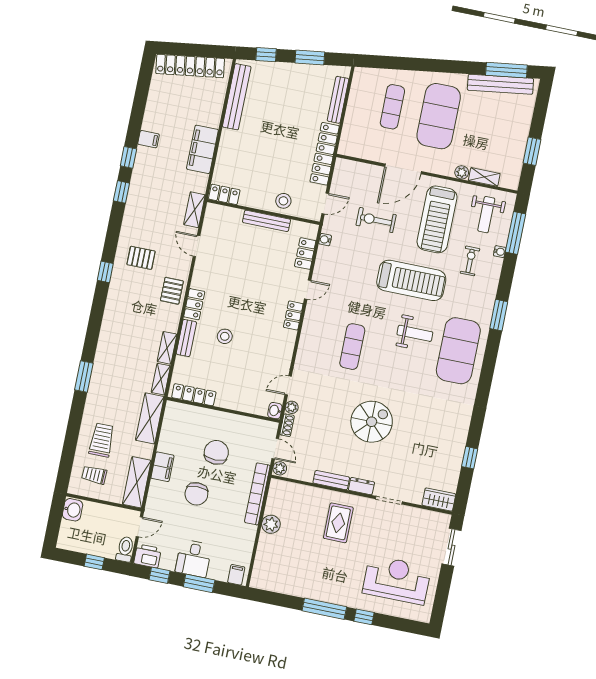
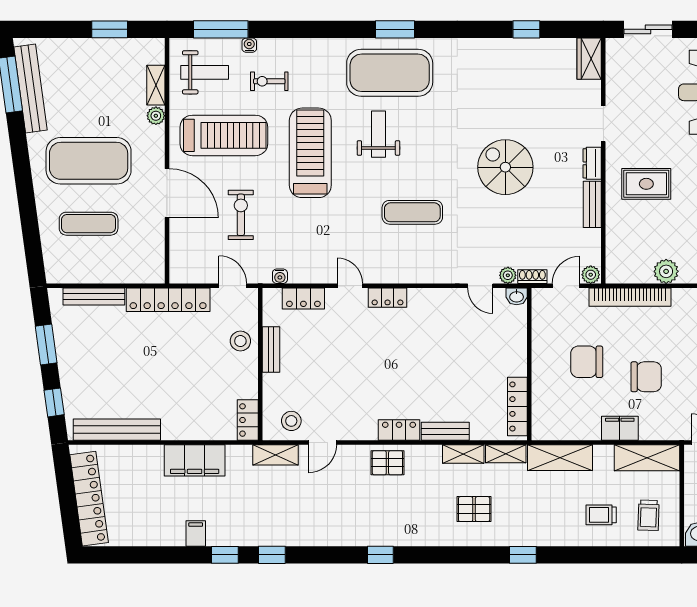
exercise bike: (376, 220) -> (241, 215), turned 180
bench: (267, 221) -> (271, 349), width x0.73
pallet: (141, 258) -> (474, 509), moved, turned 90
window: (499, 315) -> (395, 29), moved
stool: (225, 336) -> (291, 421), moved
window: (84, 377) -> (523, 555), width x0.67
trolley: (102, 440) -> (601, 515), width x0.73, depth x0.72

